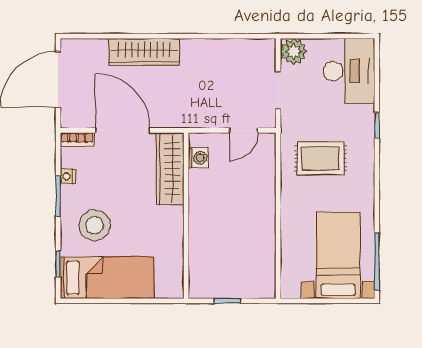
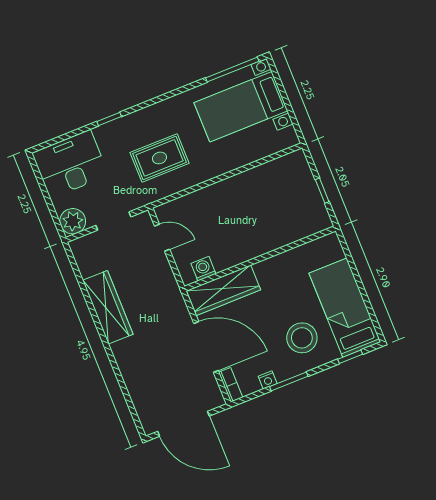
wardrobe: (144, 52) -> (108, 307), moved
door: (123, 130) -> (206, 347), swing flipped
rug: (321, 158) -> (160, 158), turned 90

